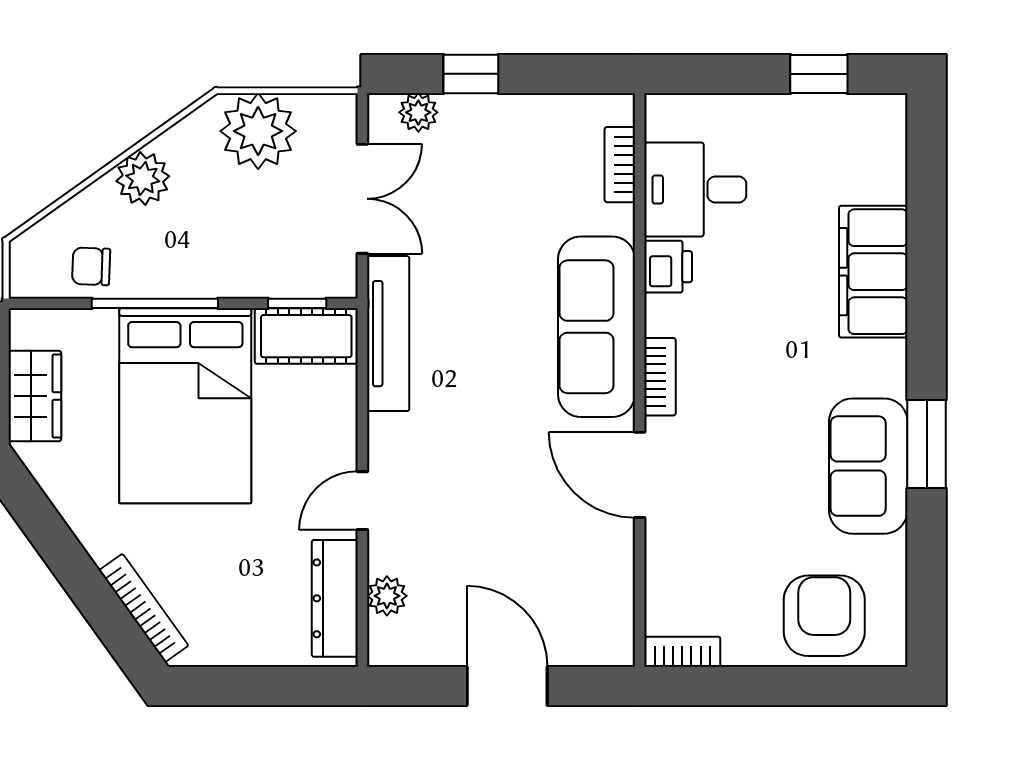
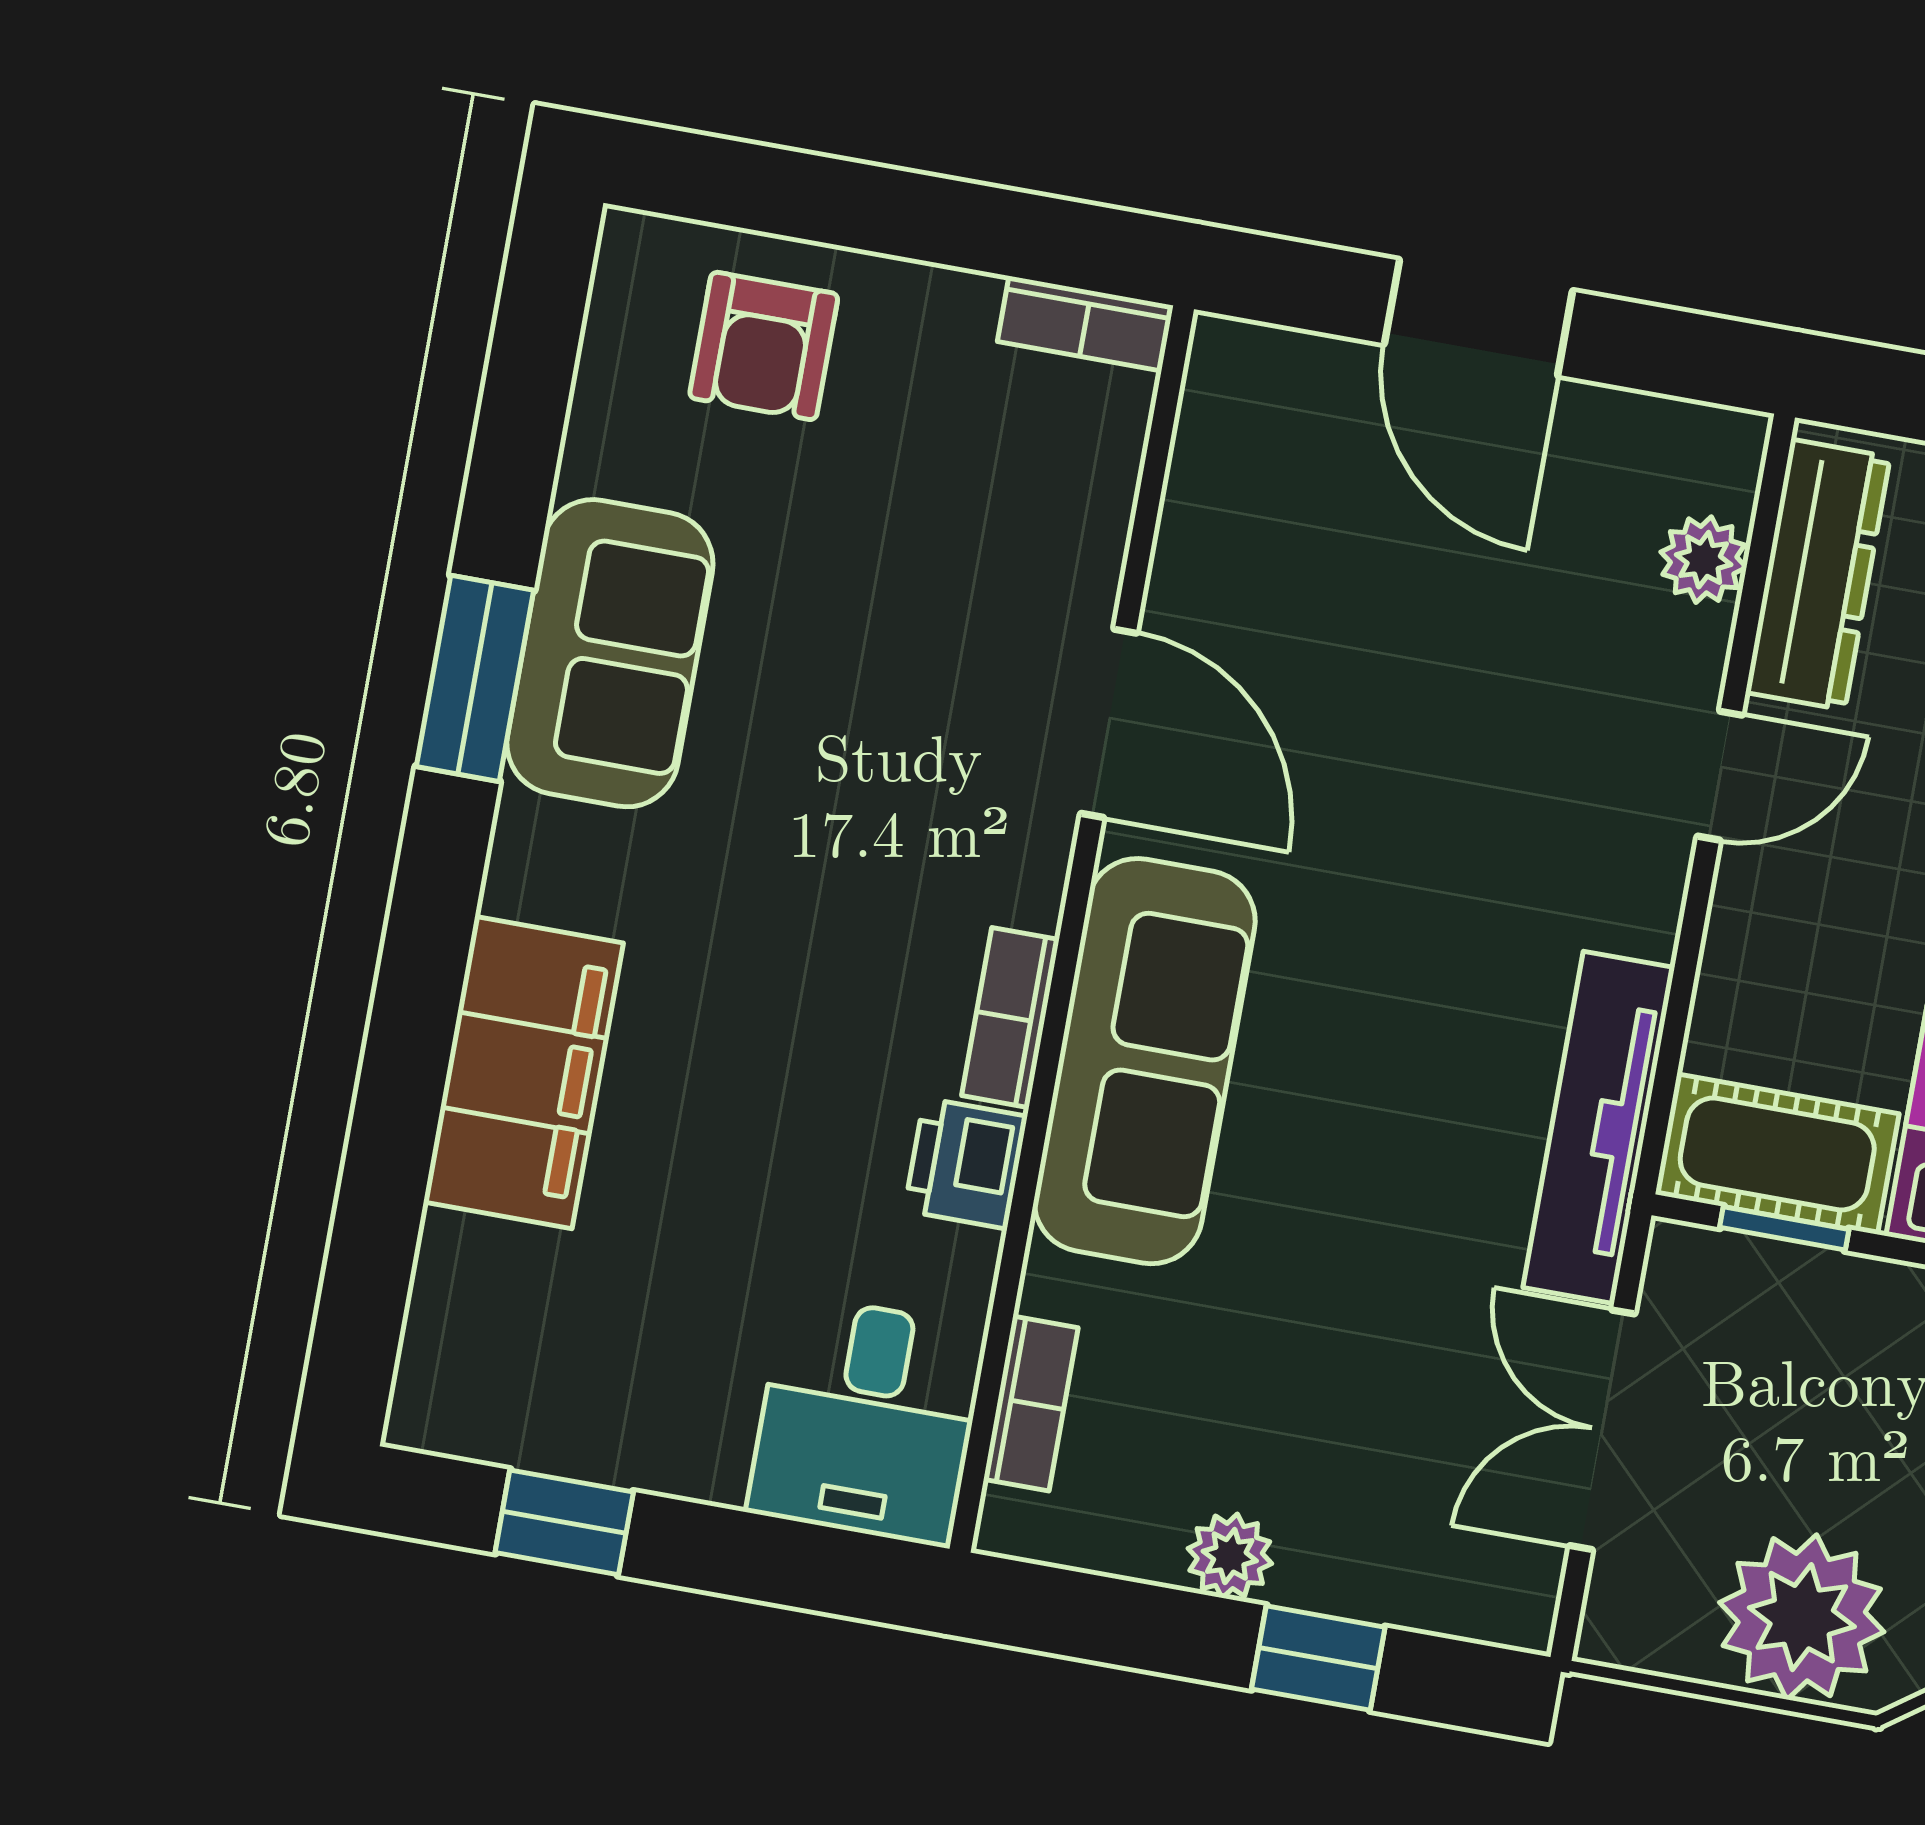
plant: (418, 112) -> (1230, 1556), moved
desk: (695, 190) -> (867, 1420), moved, turned 90
bookcase: (660, 377) -> (1010, 1018), moved
armchair: (824, 616) -> (764, 346), width x0.72, depth x0.72

